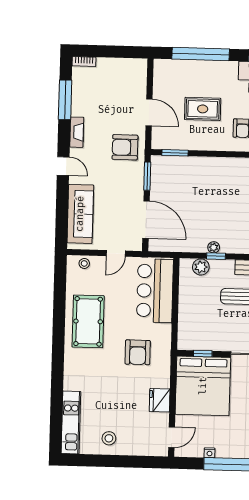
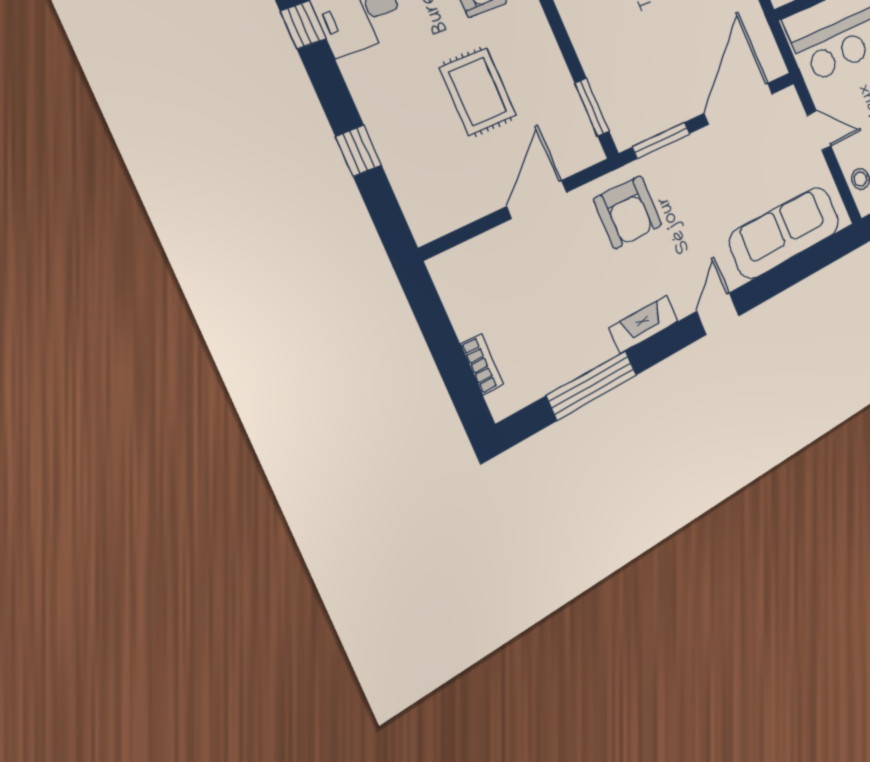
window: (201, 54) -> (358, 151), width x0.32
bookcase: (84, 62) -> (482, 364), moved

